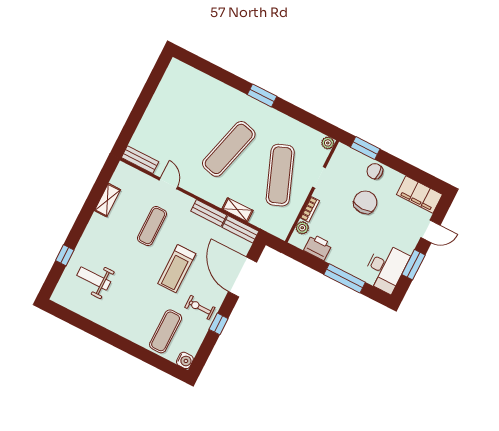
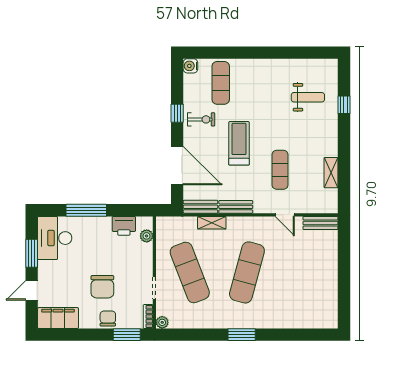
chair: (375, 171) -> (108, 319), turned -90
bookcase: (310, 209) -> (148, 317), moved

